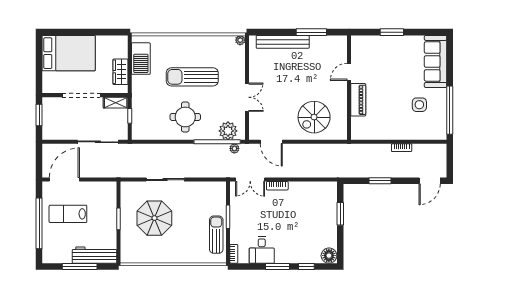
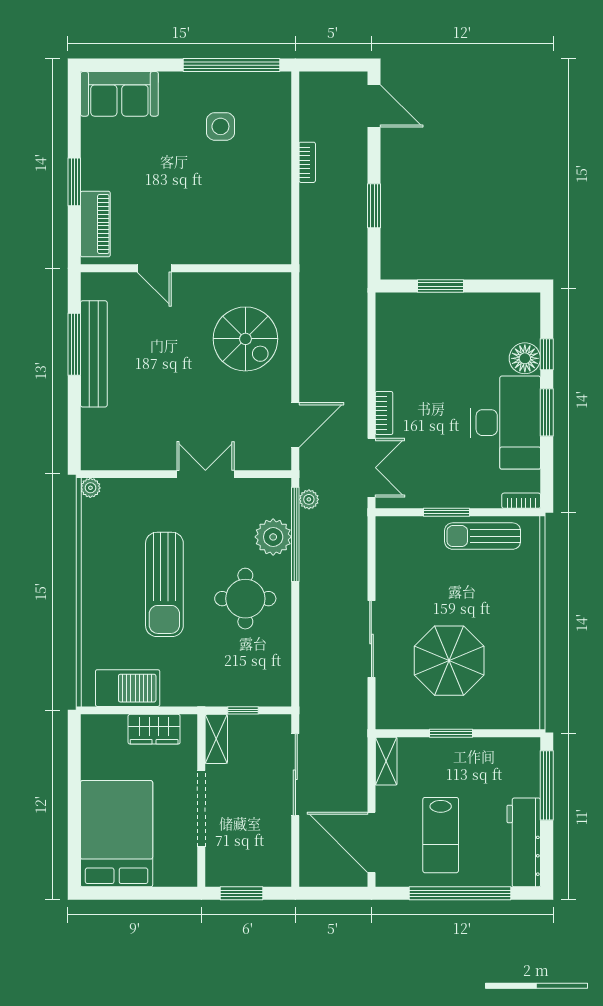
bench: (283, 42) -> (94, 354), moved
sofa: (436, 61) -> (119, 94), width x0.73
piano: (358, 100) -> (95, 224), moved, turned 90
plant: (228, 131) -> (273, 537), moved
shelving: (105, 187) -> (386, 761), added
desk: (262, 250) -> (506, 423), width x1.87, depth x1.30
workbench: (95, 255) -> (524, 842), moved
floor lamp: (329, 256) -> (525, 358), moved
window: (80, 266) -> (547, 785), moved

